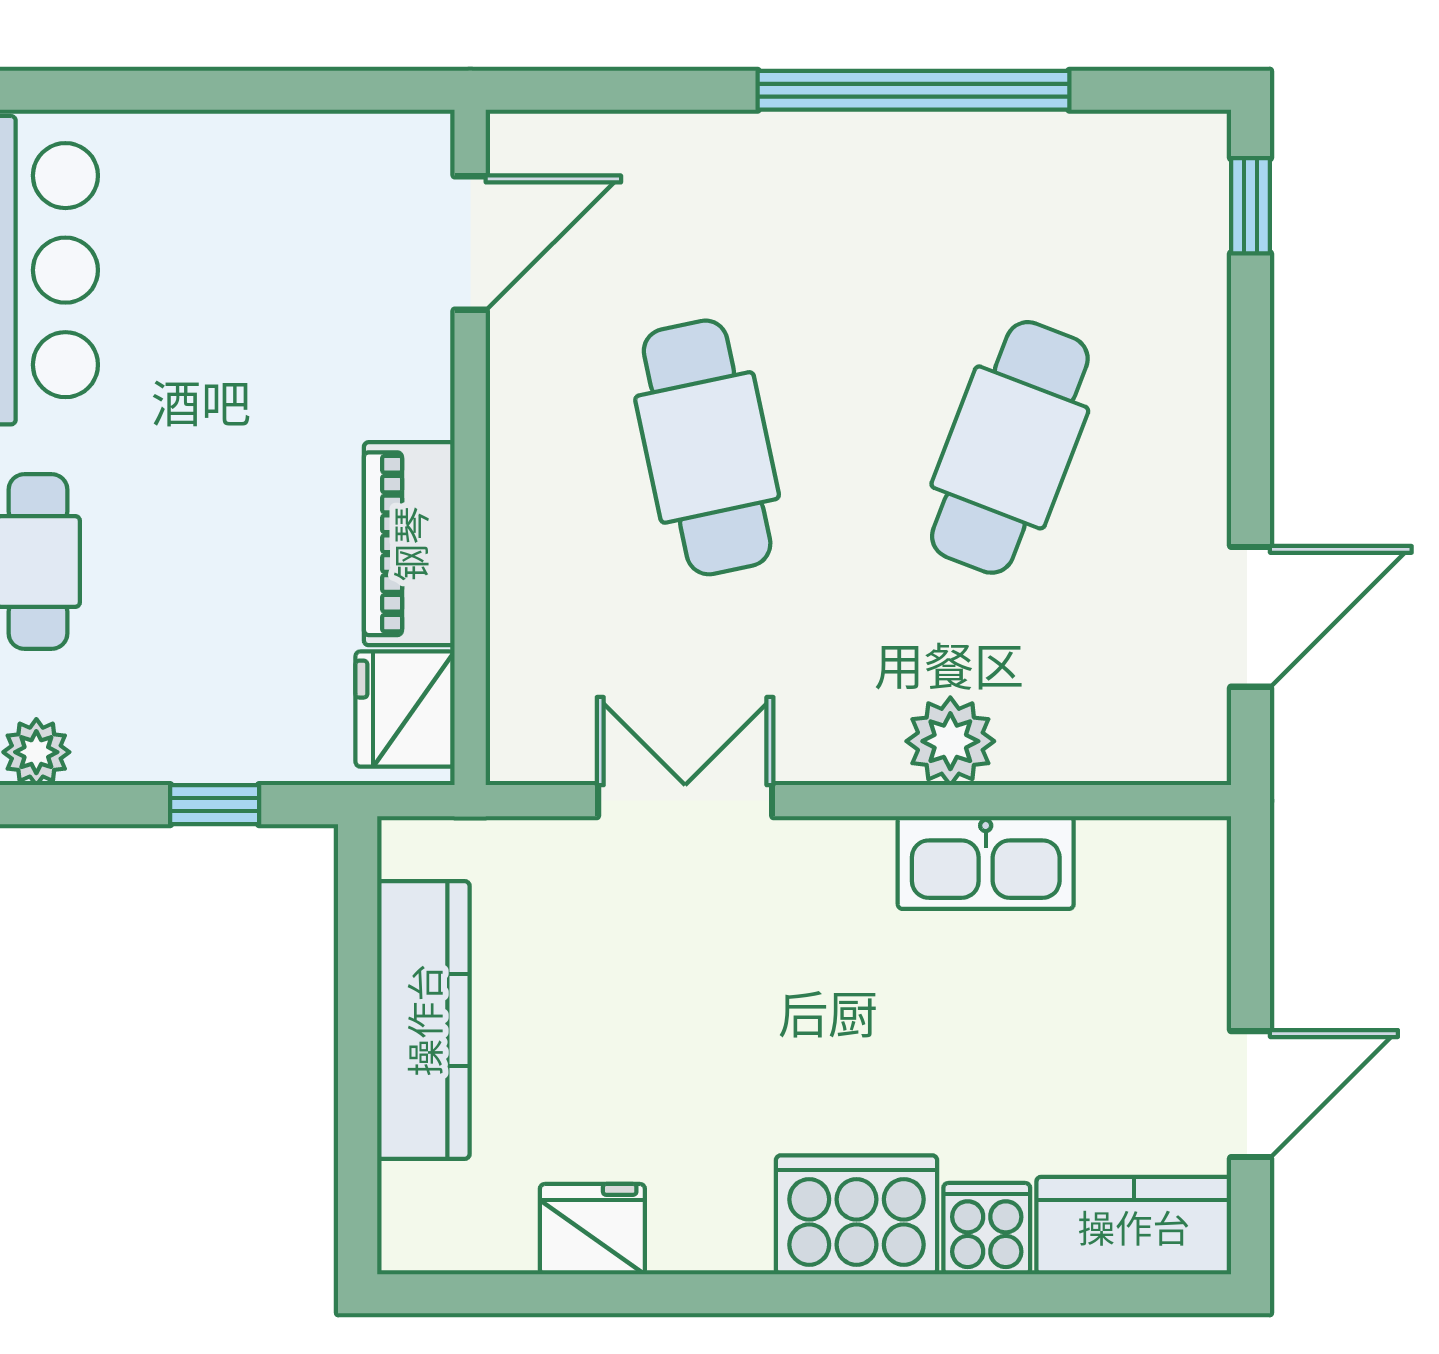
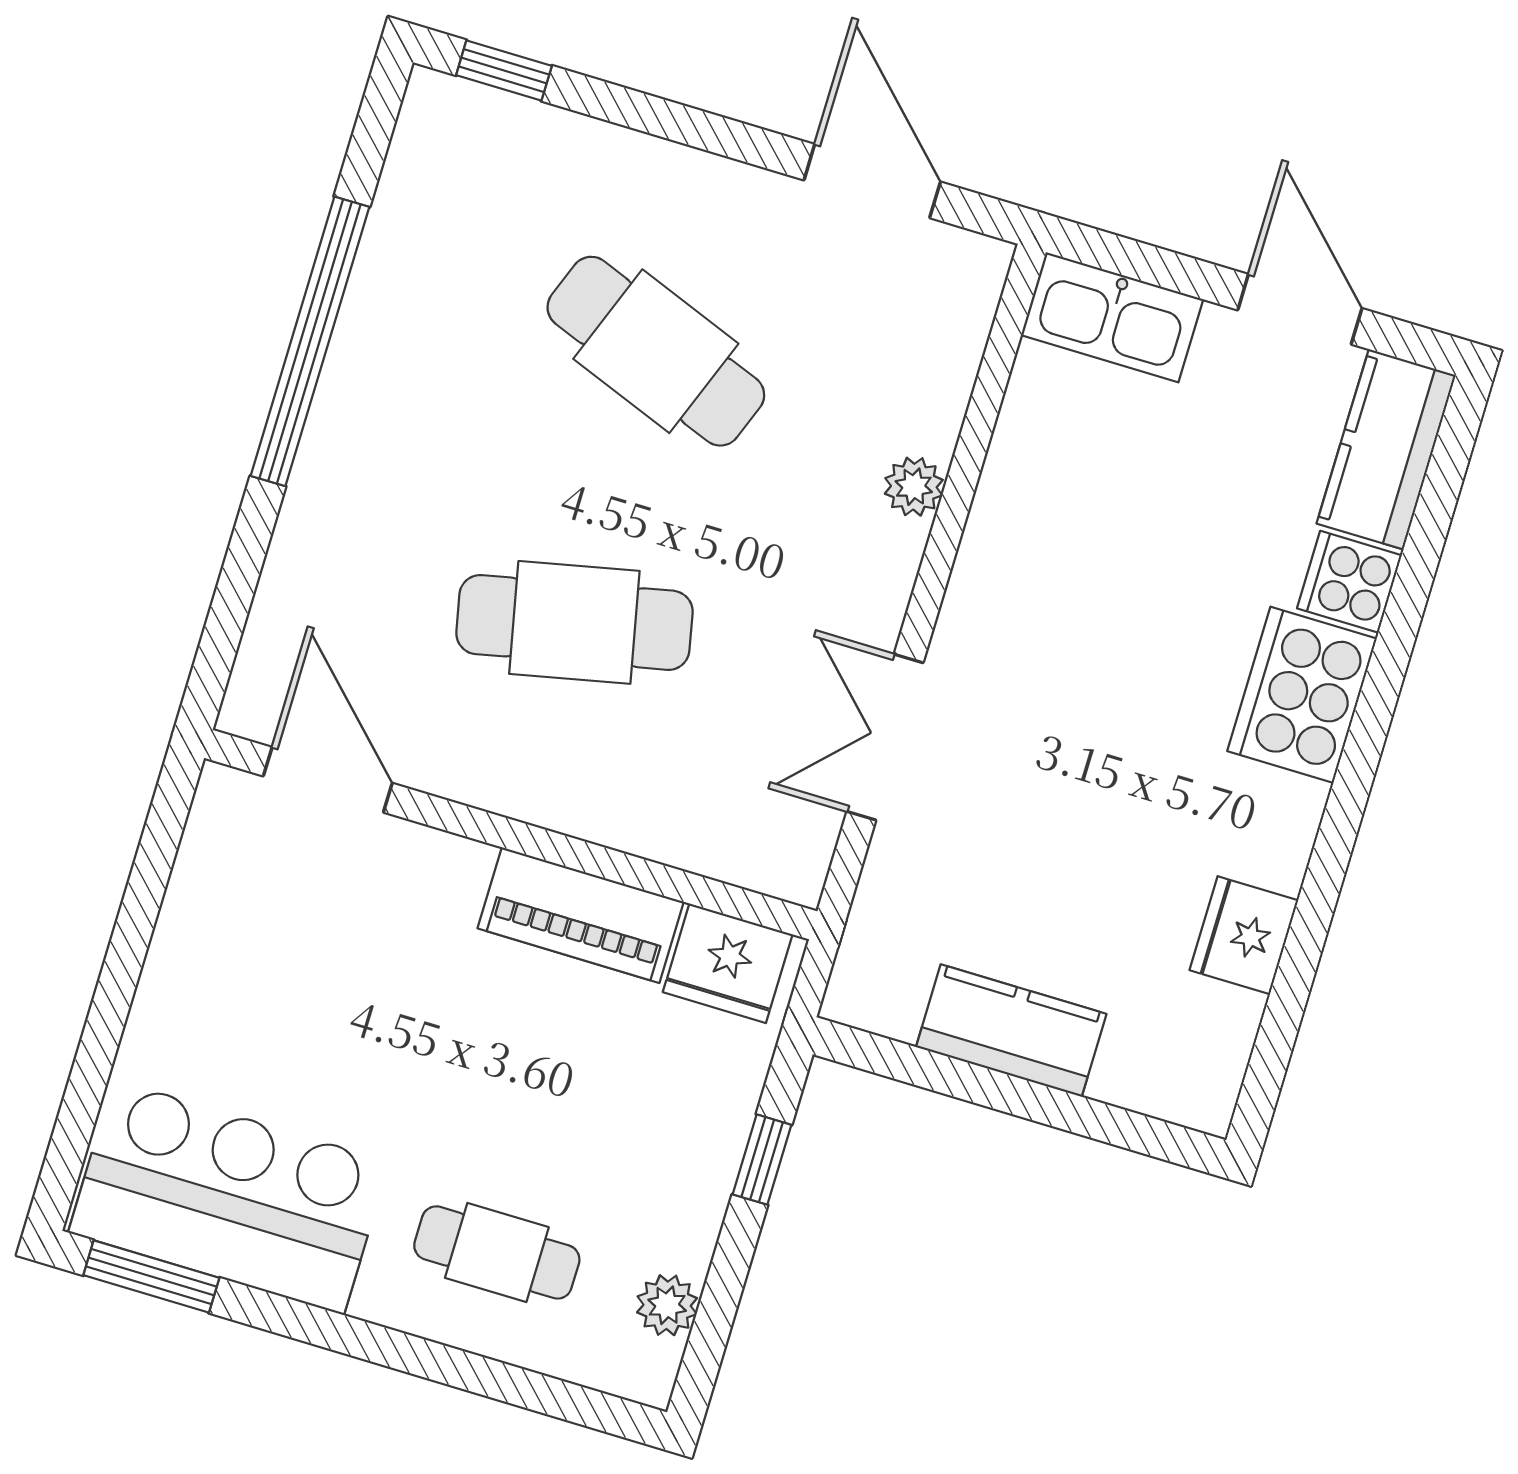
plant: (950, 741) -> (914, 487), width x0.73, depth x0.73
kitchen sink: (986, 863) -> (1112, 317), moved, turned 90
kitchen counter: (423, 1020) -> (1011, 1031), width x0.67

